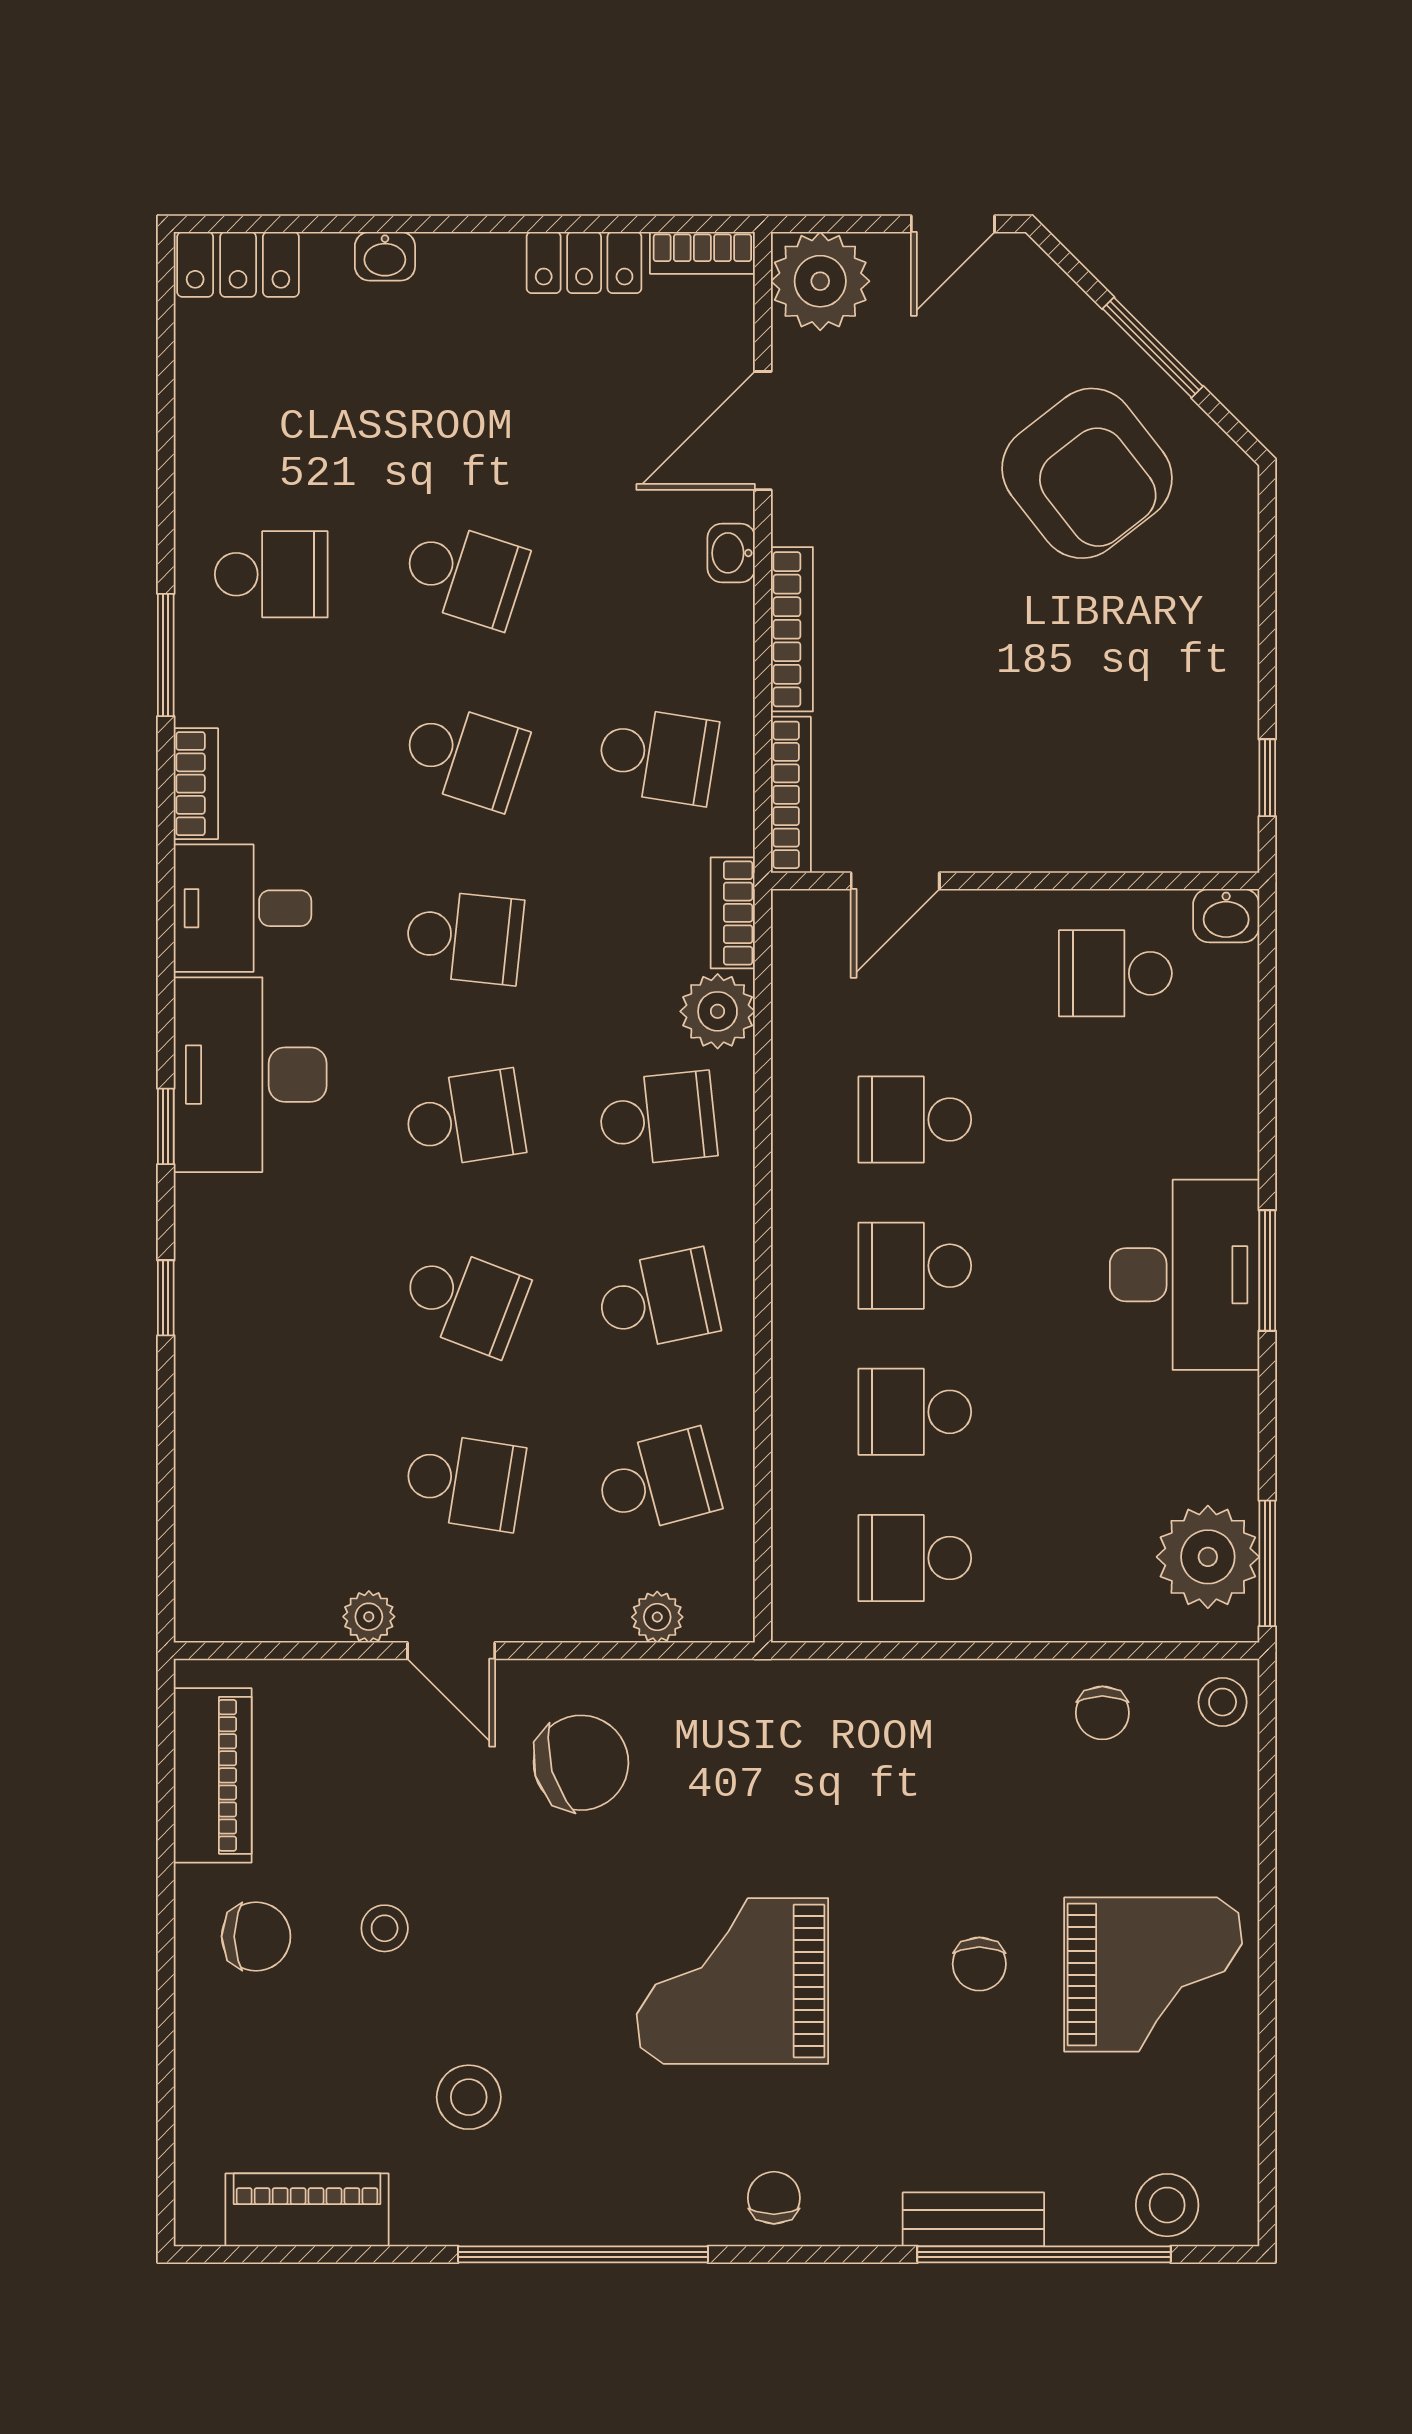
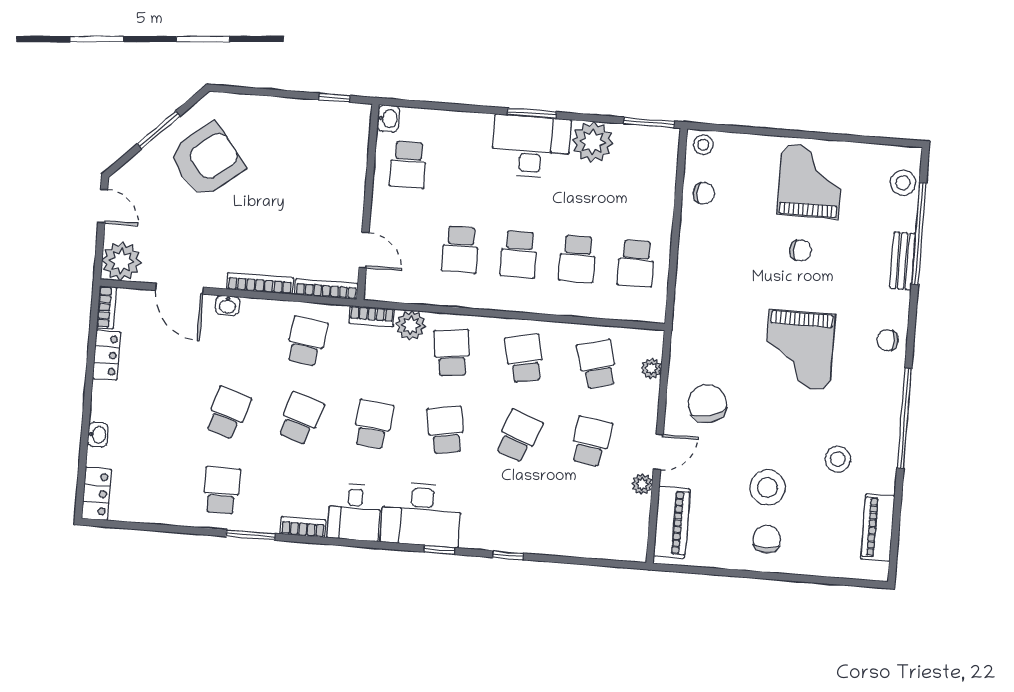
plant: (1208, 1557) -> (593, 142), moved
piano: (213, 1775) -> (672, 522), moved, turned 90
stool: (385, 1928) -> (767, 487), width x1.89, depth x1.89

